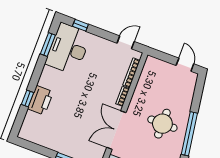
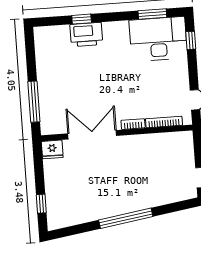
round table: (162, 124) -> (123, 183), removed

